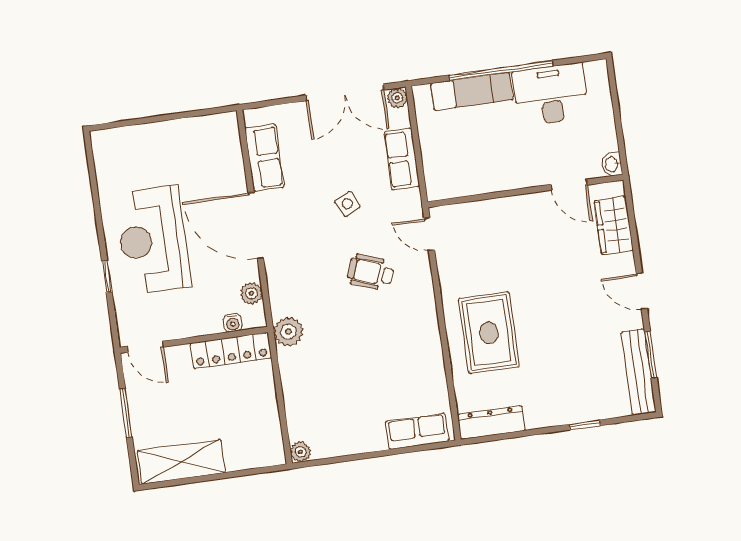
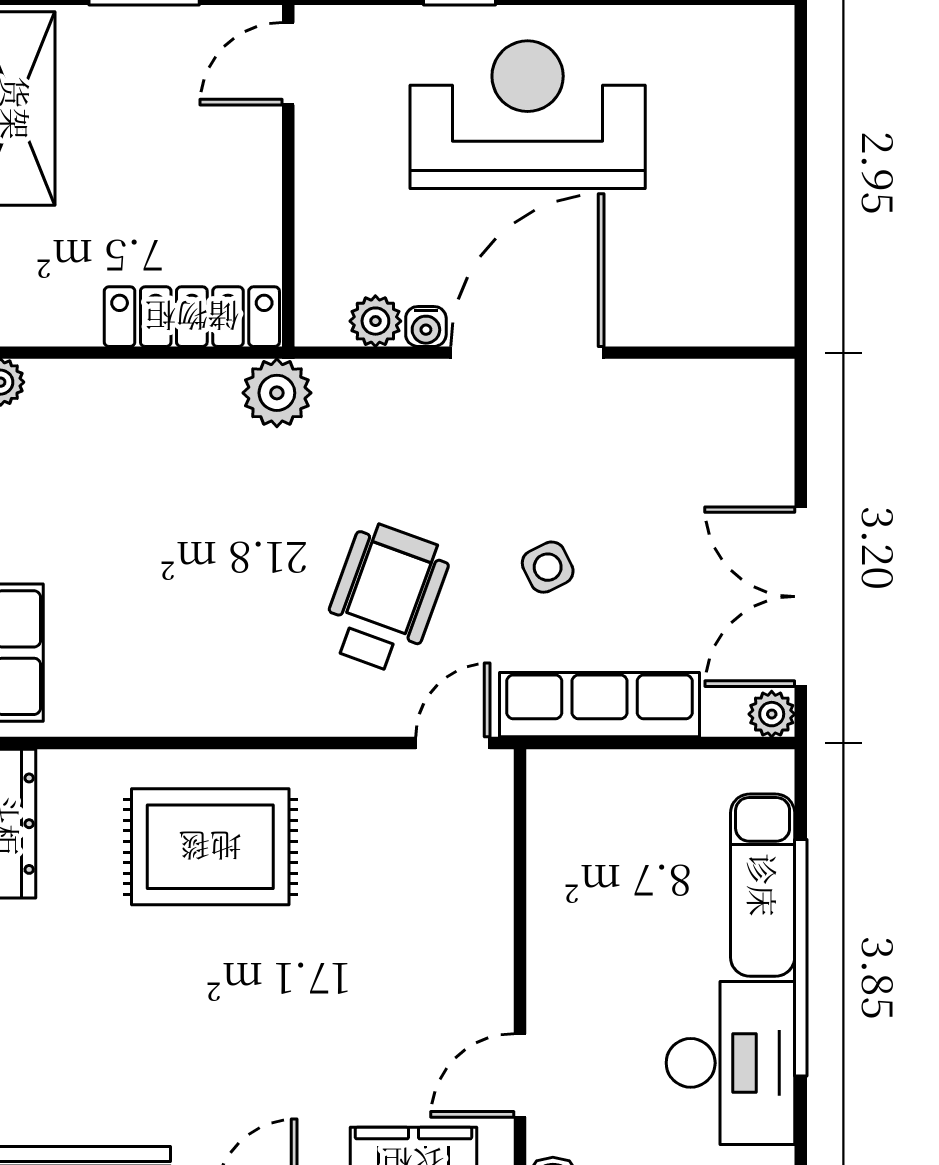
row of seats: (264, 158) -> (679, 394), removed
row of seats: (402, 159) -> (600, 705), width x1.48
wheelchair: (371, 272) -> (385, 598), width x1.36, depth x1.37
water cooler: (233, 323) -> (426, 326), moved, turned -90
locker: (231, 351) -> (192, 317), moved, turned 90

